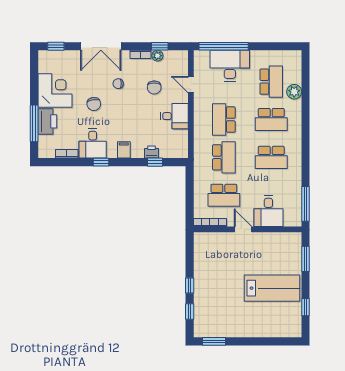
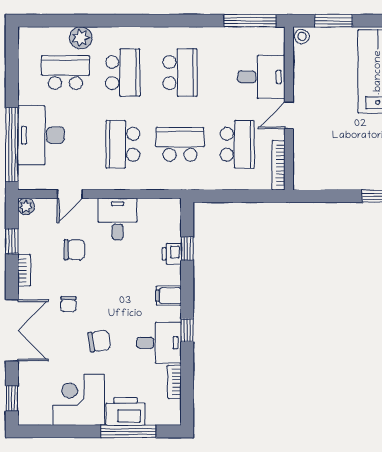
plant: (157, 56) -> (26, 206), moved
school desk: (224, 120) -> (123, 144), turned 90
stool: (295, 238) -> (302, 37), added

